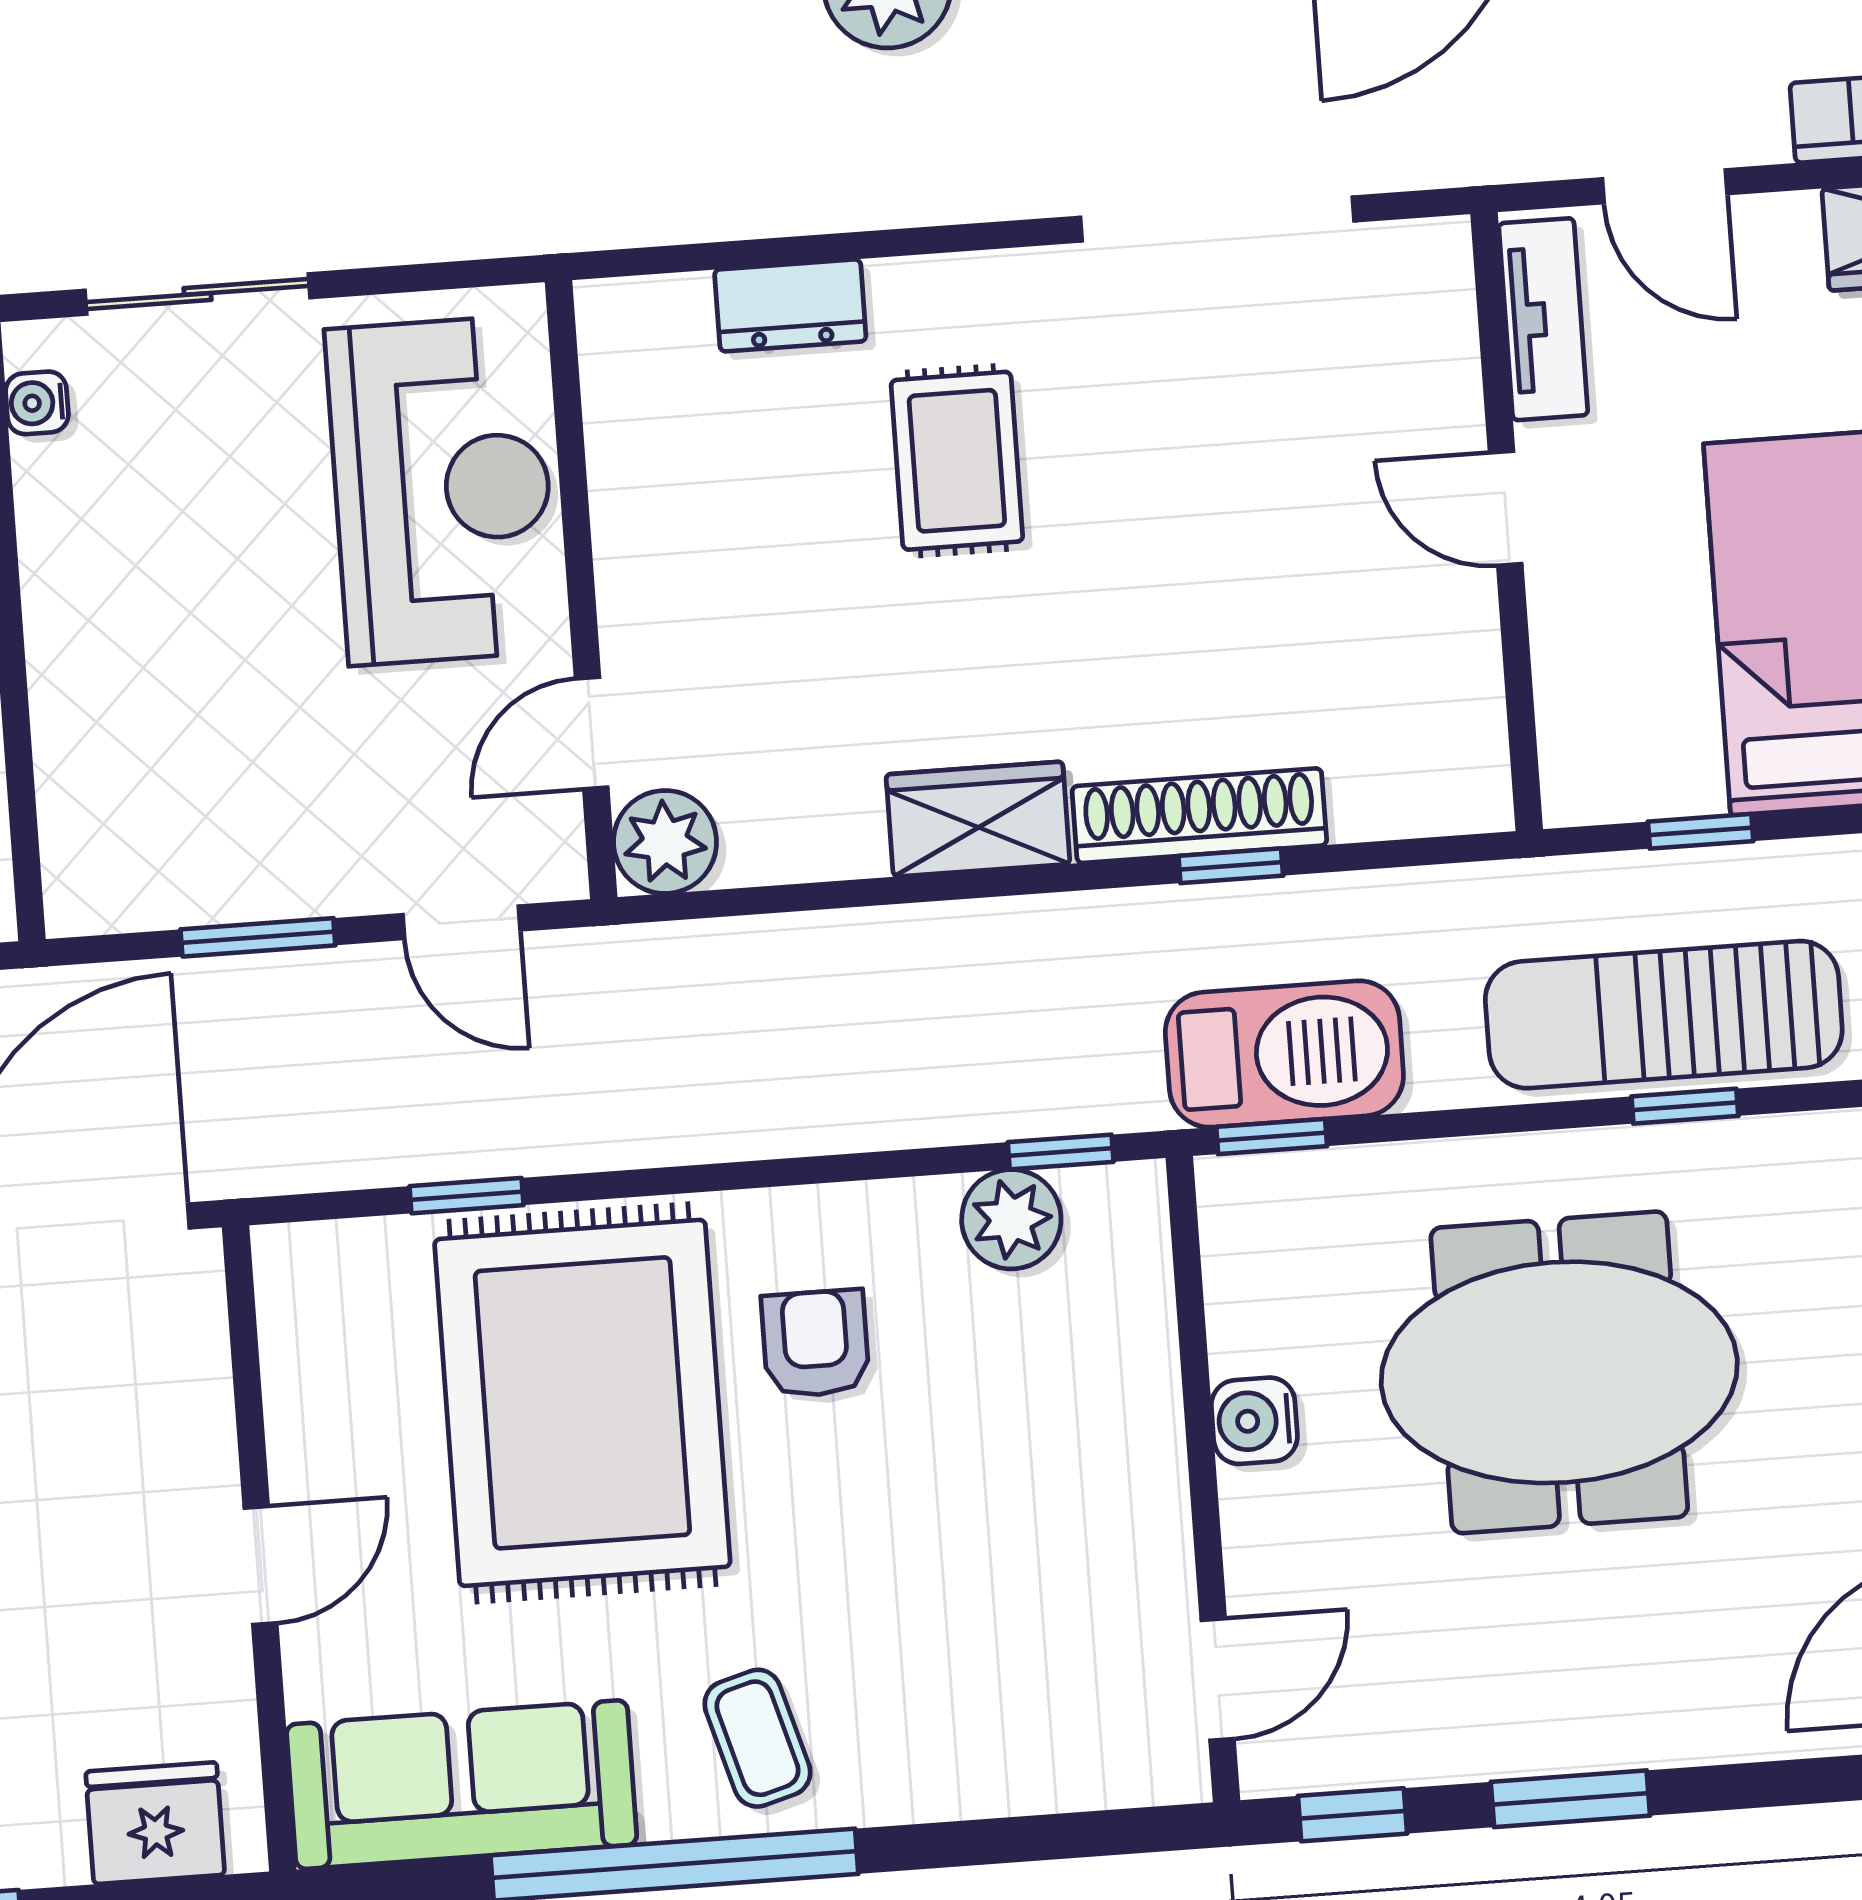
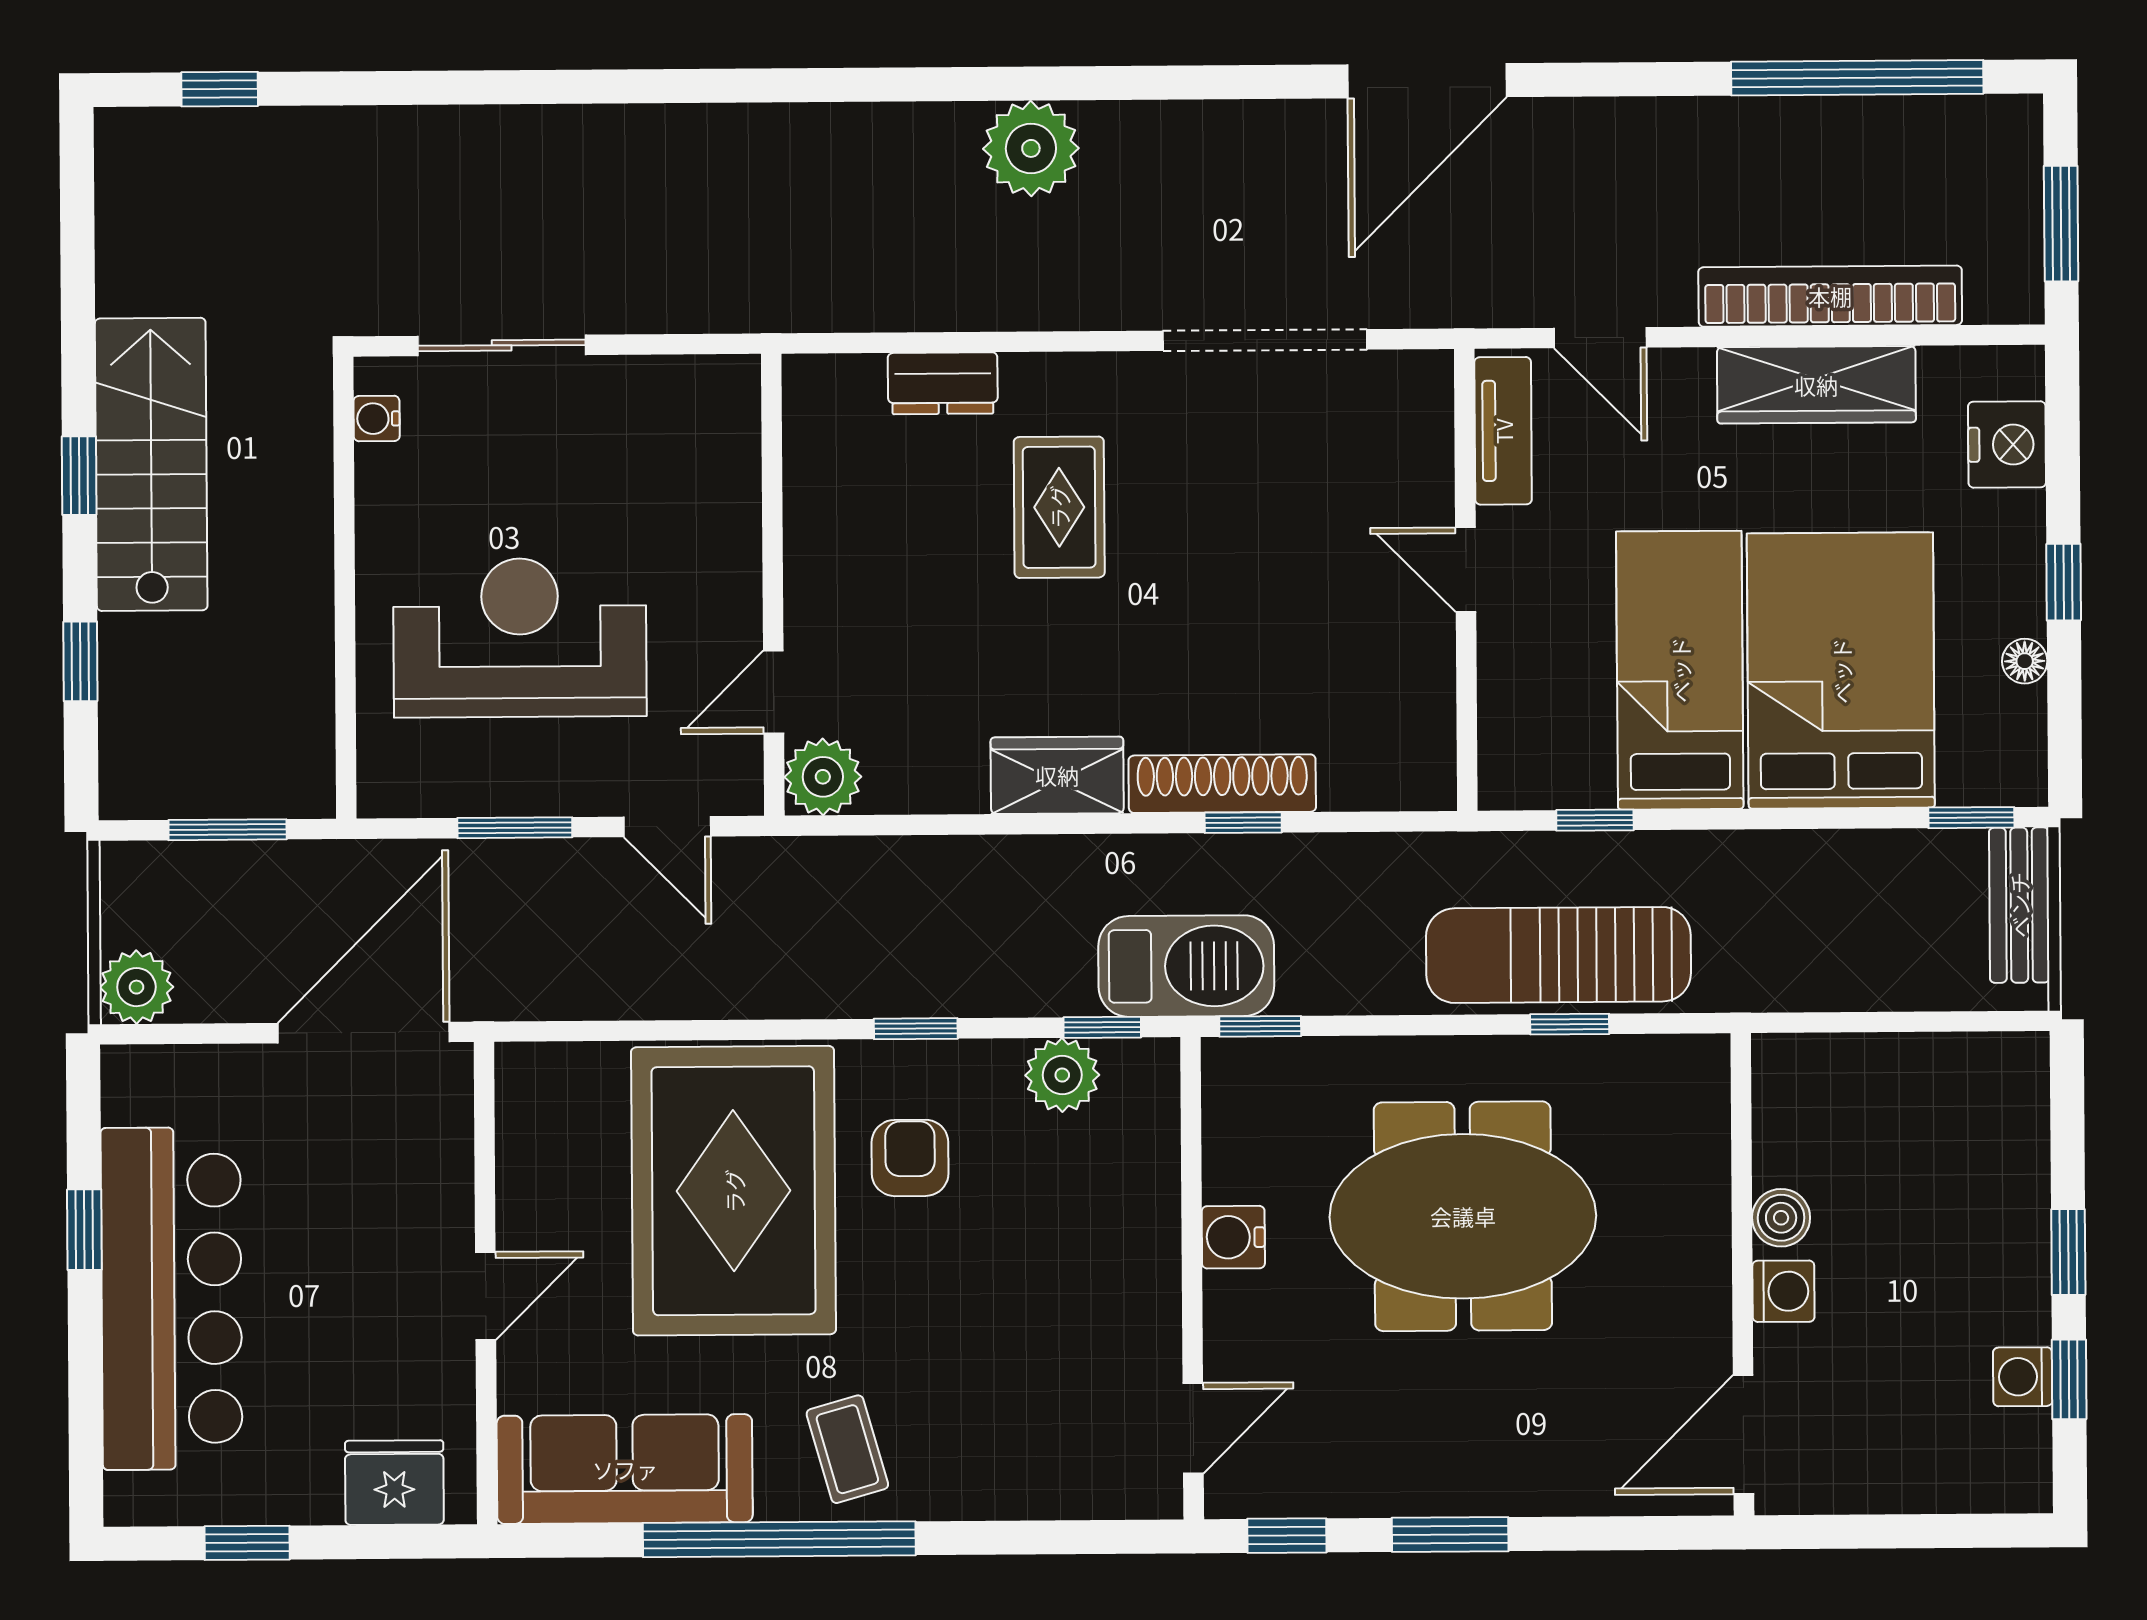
reception desk: (442, 490) -> (520, 638), moved, turned -90
barbecue: (1284, 1054) -> (1186, 966), moved
window: (466, 1196) -> (916, 1029), moved

